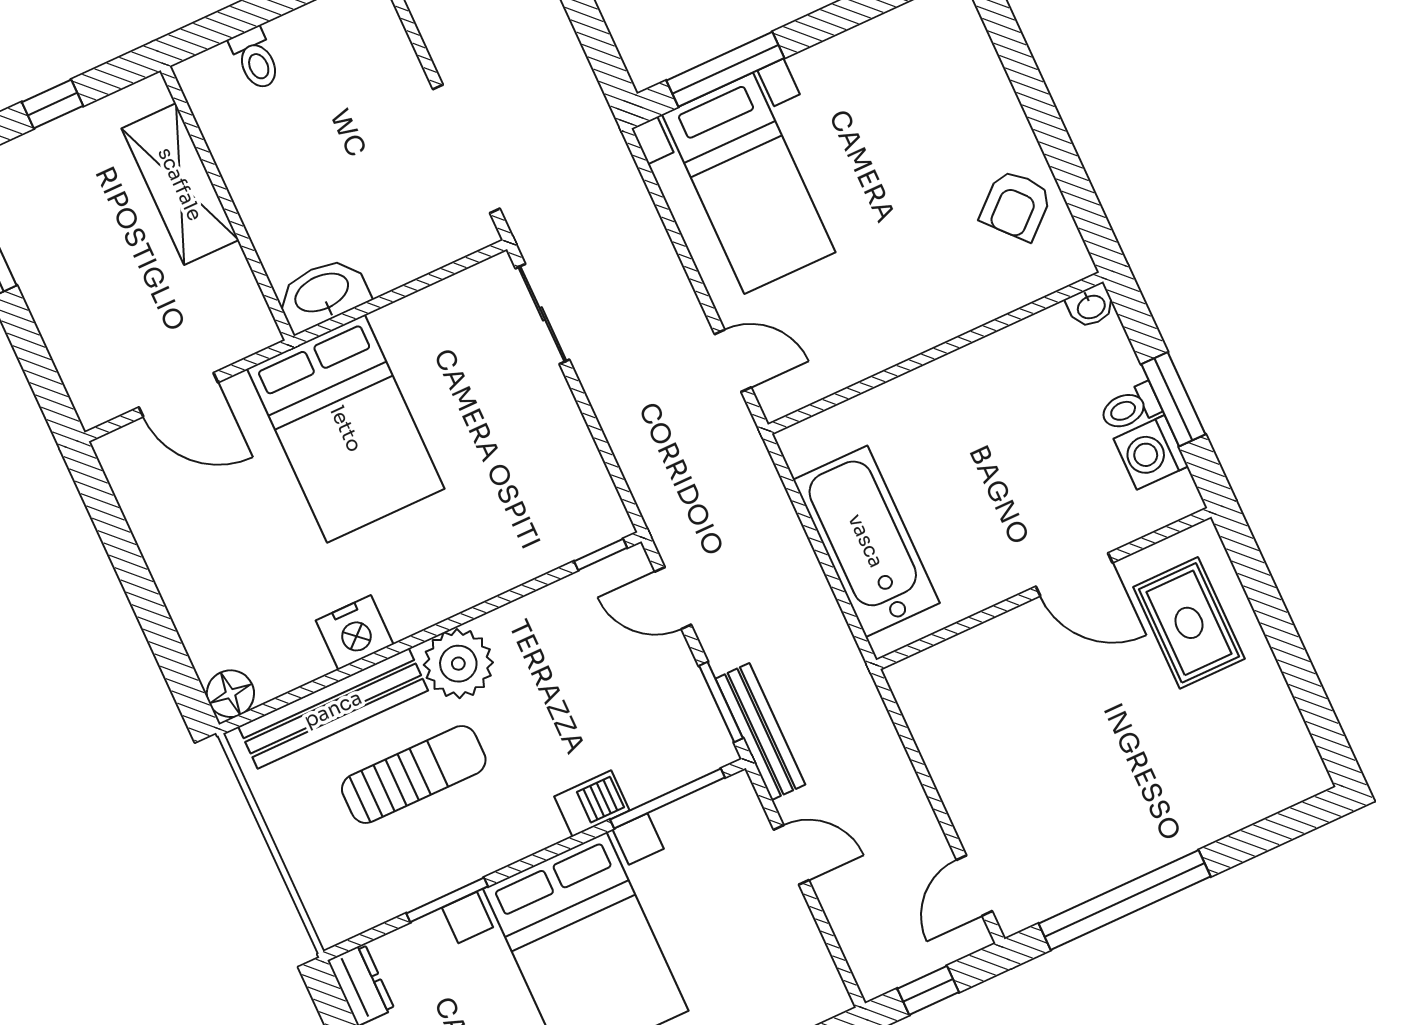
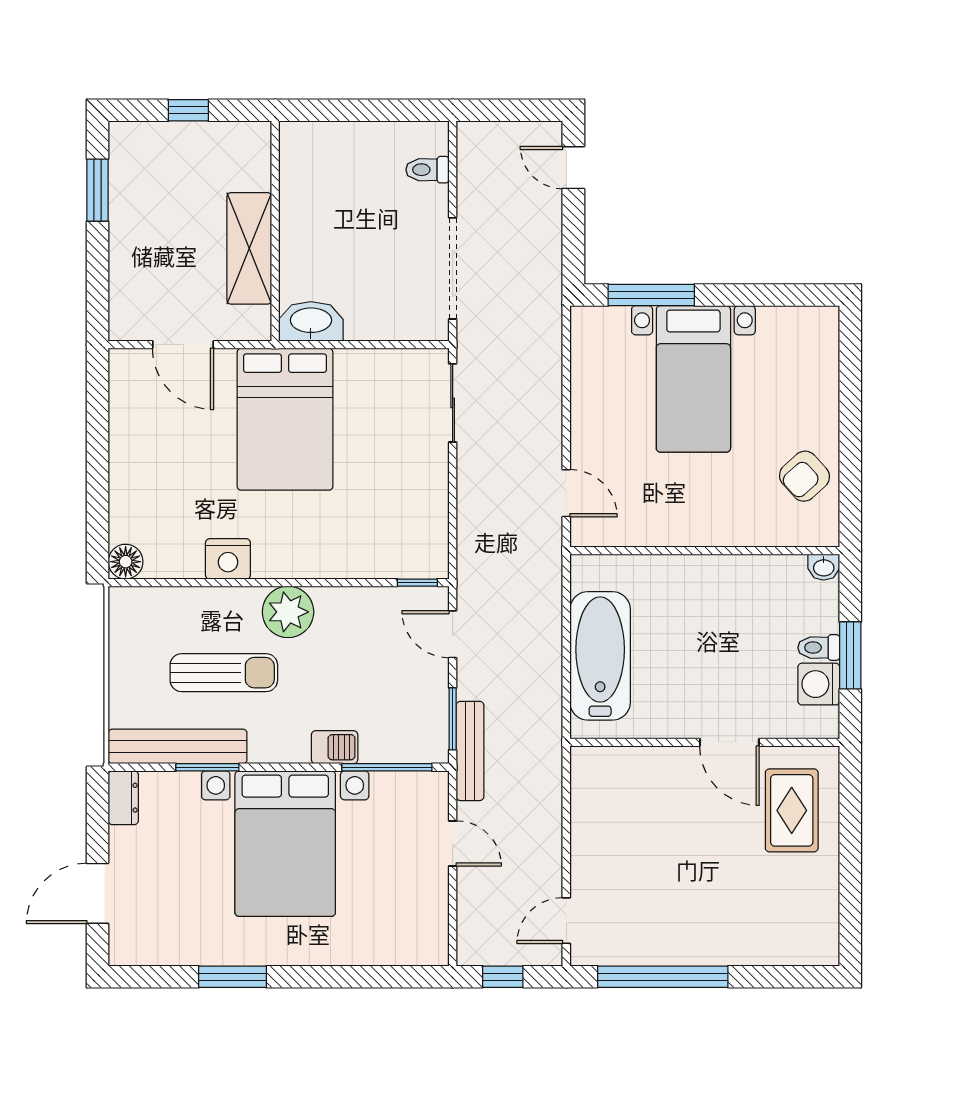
toilet: (255, 59) -> (427, 170), moved, turned 90
bed with nightstands: (749, 183) -> (693, 379), moved
shelving: (180, 184) -> (249, 248), moved
bench: (333, 709) -> (178, 746), moved

